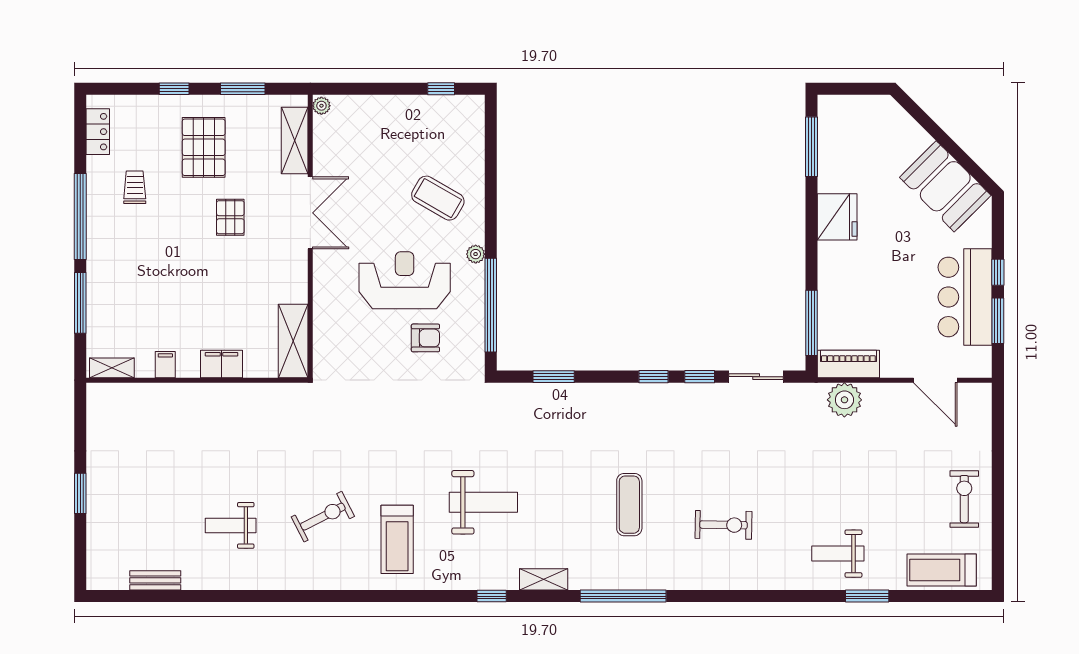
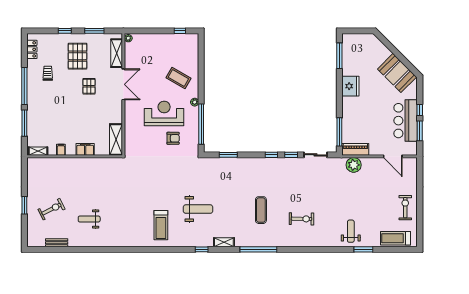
exercise bike: (323, 517) -> (51, 209), moved
weight bench: (838, 554) -> (351, 231), turned 90

